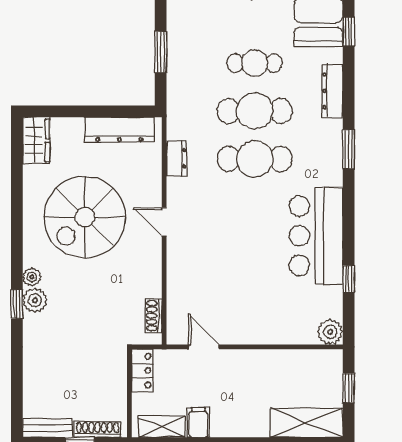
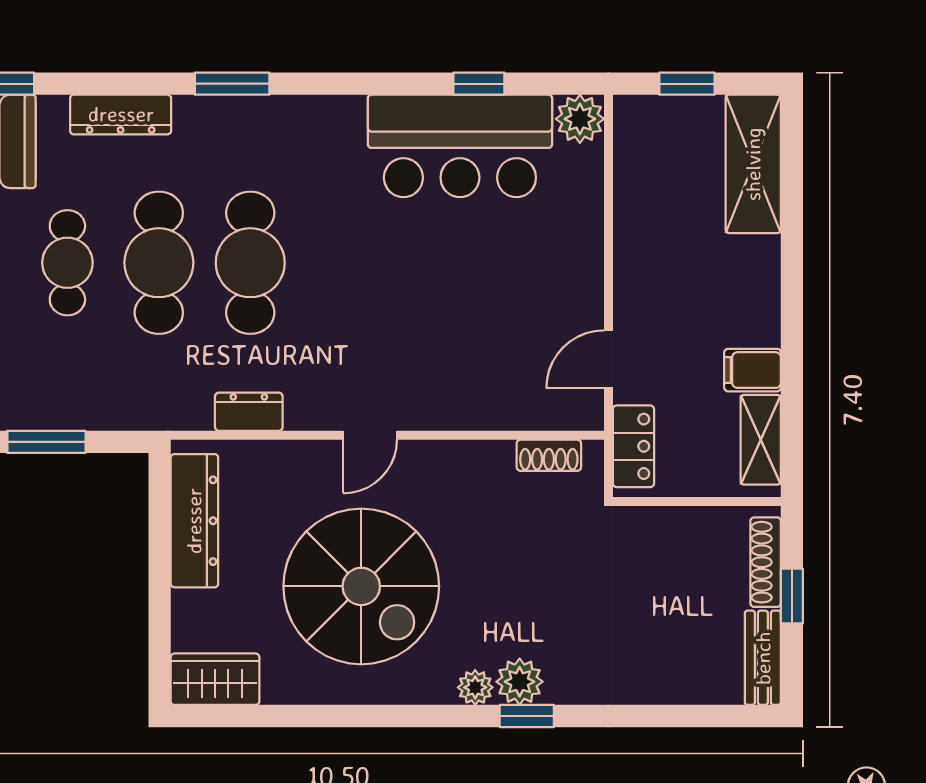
bar counter: (316, 236) -> (460, 146), moved
locker: (143, 371) -> (633, 446), moved, turned 90

